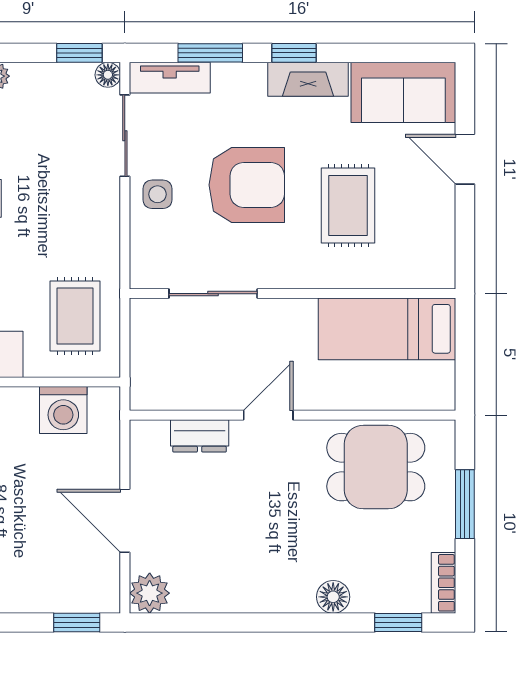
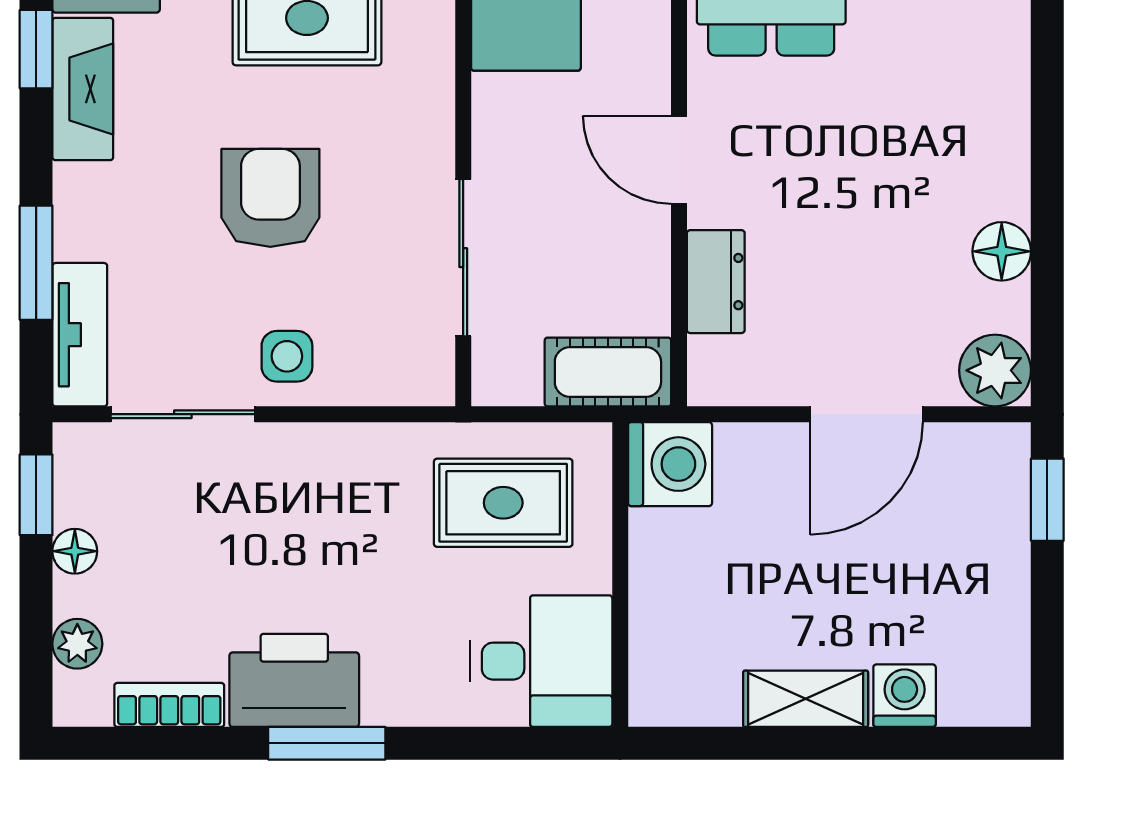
window: (294, 53) -> (36, 49), moved
floor lamp: (108, 75) -> (75, 551), moved
armchair: (247, 185) -> (270, 198), width x0.73, depth x0.73
cot: (149, 375) -> (608, 372), added
washing machine: (63, 410) -> (670, 464), moved
floor lamp: (333, 597) -> (1002, 251), moved

